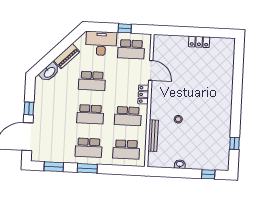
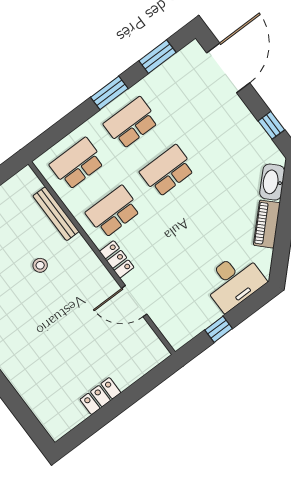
school desk: (131, 49) -> (186, 308), removed
school desk: (92, 81) -> (203, 219), removed
window: (29, 108) -> (271, 125), moved

